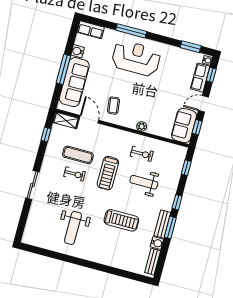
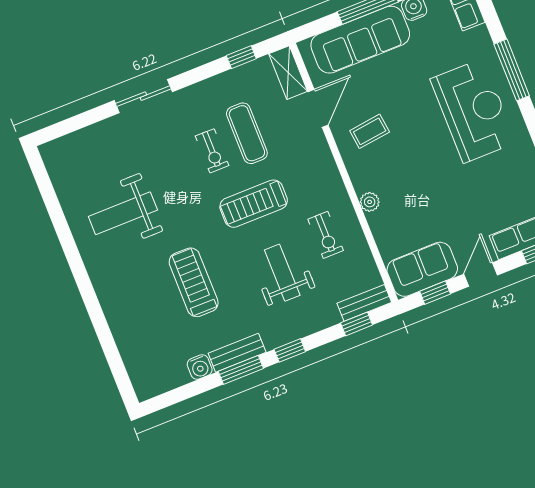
door: (203, 104) -> (481, 275), hinge flipped
treadmill: (121, 220) -> (194, 282), turned 180
bench: (153, 262) -> (364, 303), moved

